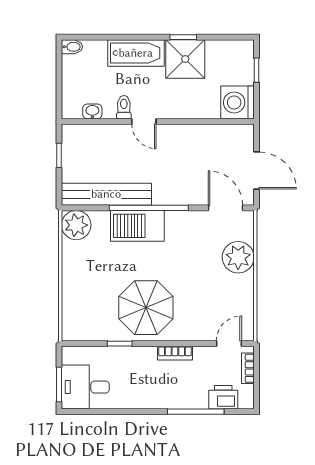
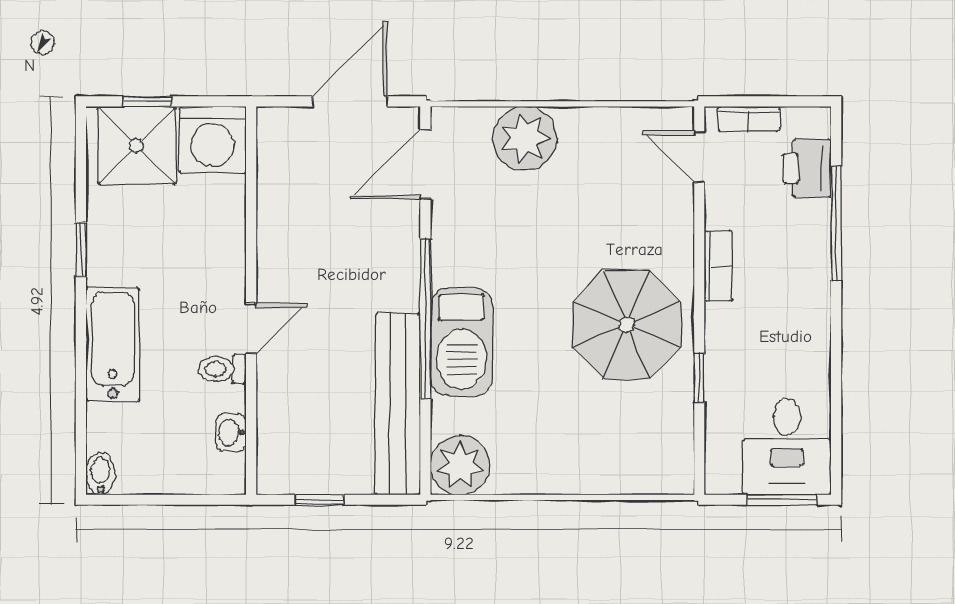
shower: (185, 59) -> (137, 145), moved

